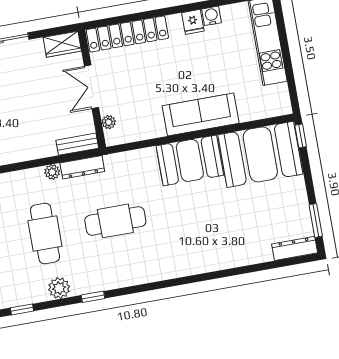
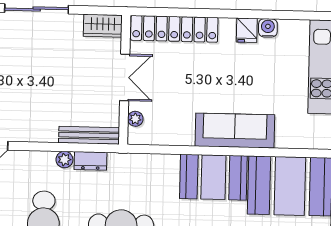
double door: (91, 87) -> (125, 77), swing flipped
bench: (77, 144) -> (89, 135), width x1.36
dresser: (82, 167) -> (90, 161), width x0.70

